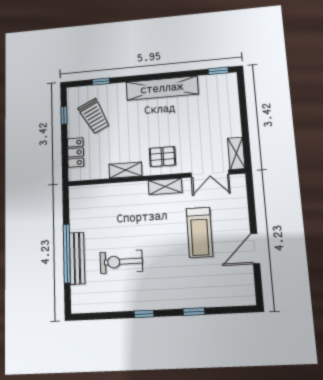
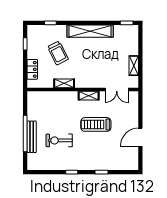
trolley: (94, 116) -> (58, 53), moved
shelving: (236, 153) -> (134, 66), moved
pallet: (162, 157) -> (88, 76), removed
treadmill: (200, 232) -> (96, 124), moved, turned 90

